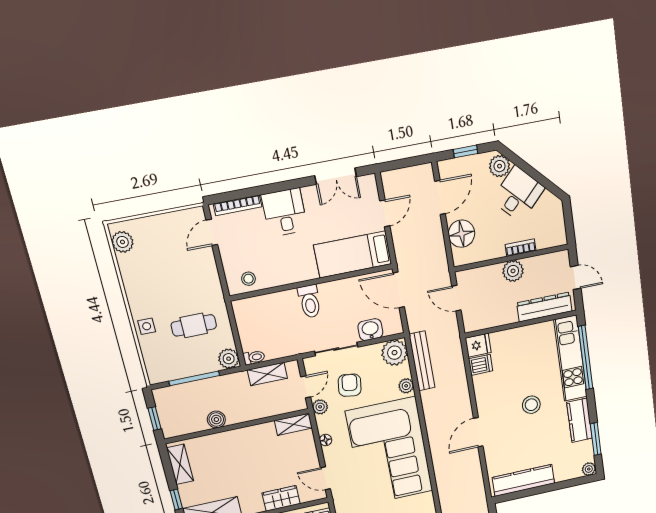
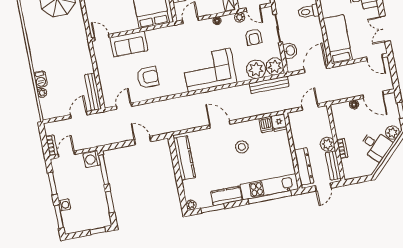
door: (385, 213) -> (374, 57), moved
floor lamp: (462, 234) -> (354, 105), width x0.53, depth x0.53
bench: (545, 262) -> (333, 166), added
armchair: (350, 385) -> (254, 37), turned 82
plant: (406, 386) -> (256, 69), width x1.87, depth x1.87
stool: (531, 405) -> (242, 147), moved
corner sofa: (390, 451) -> (209, 70), width x0.73, depth x0.74

